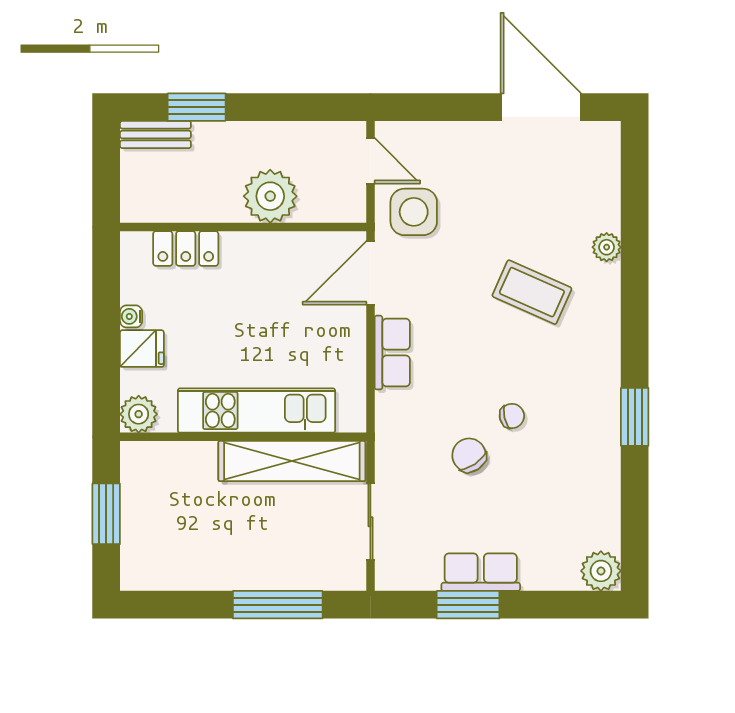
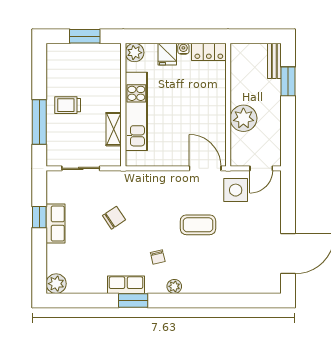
plant: (607, 247) -> (174, 286), moved
locker: (186, 248) -> (209, 52), moved, turned -90
coffee table: (532, 292) -> (198, 225), moved, turned 66
row of seats: (392, 353) -> (126, 285), moved, turned 180
chair: (512, 416) -> (158, 257), moved
shelving: (292, 461) -> (114, 129), width x0.45, depth x0.75
trolley: (244, 548) -> (68, 105), added
window: (468, 605) -> (39, 217), width x0.67

